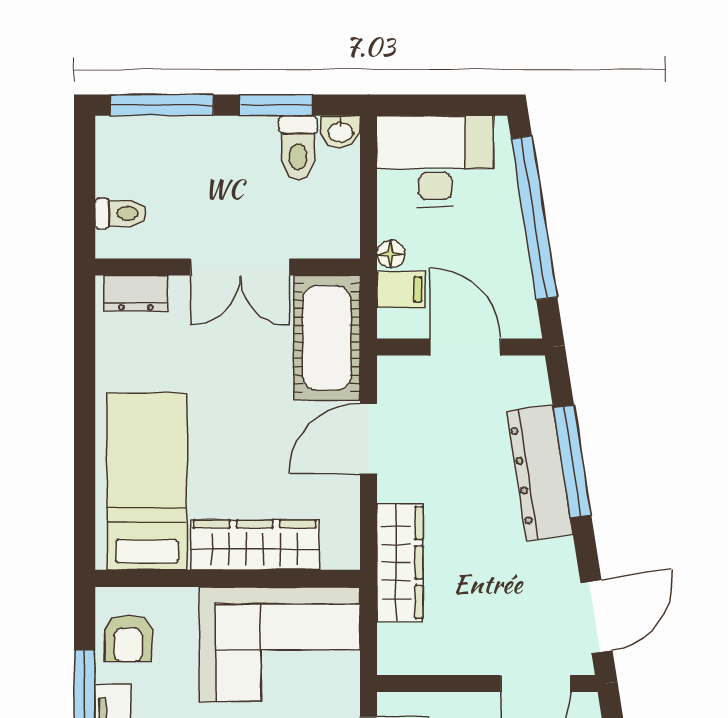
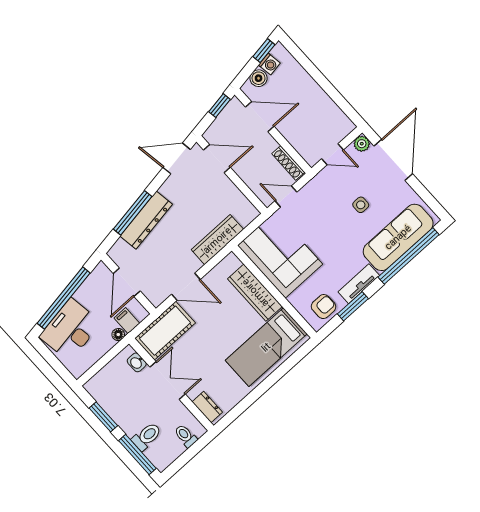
washbasin: (341, 131) -> (137, 362), moved, turned 180
toilet: (298, 148) -> (147, 436), moved
desk: (435, 161) -> (70, 330), moved, turned 81

